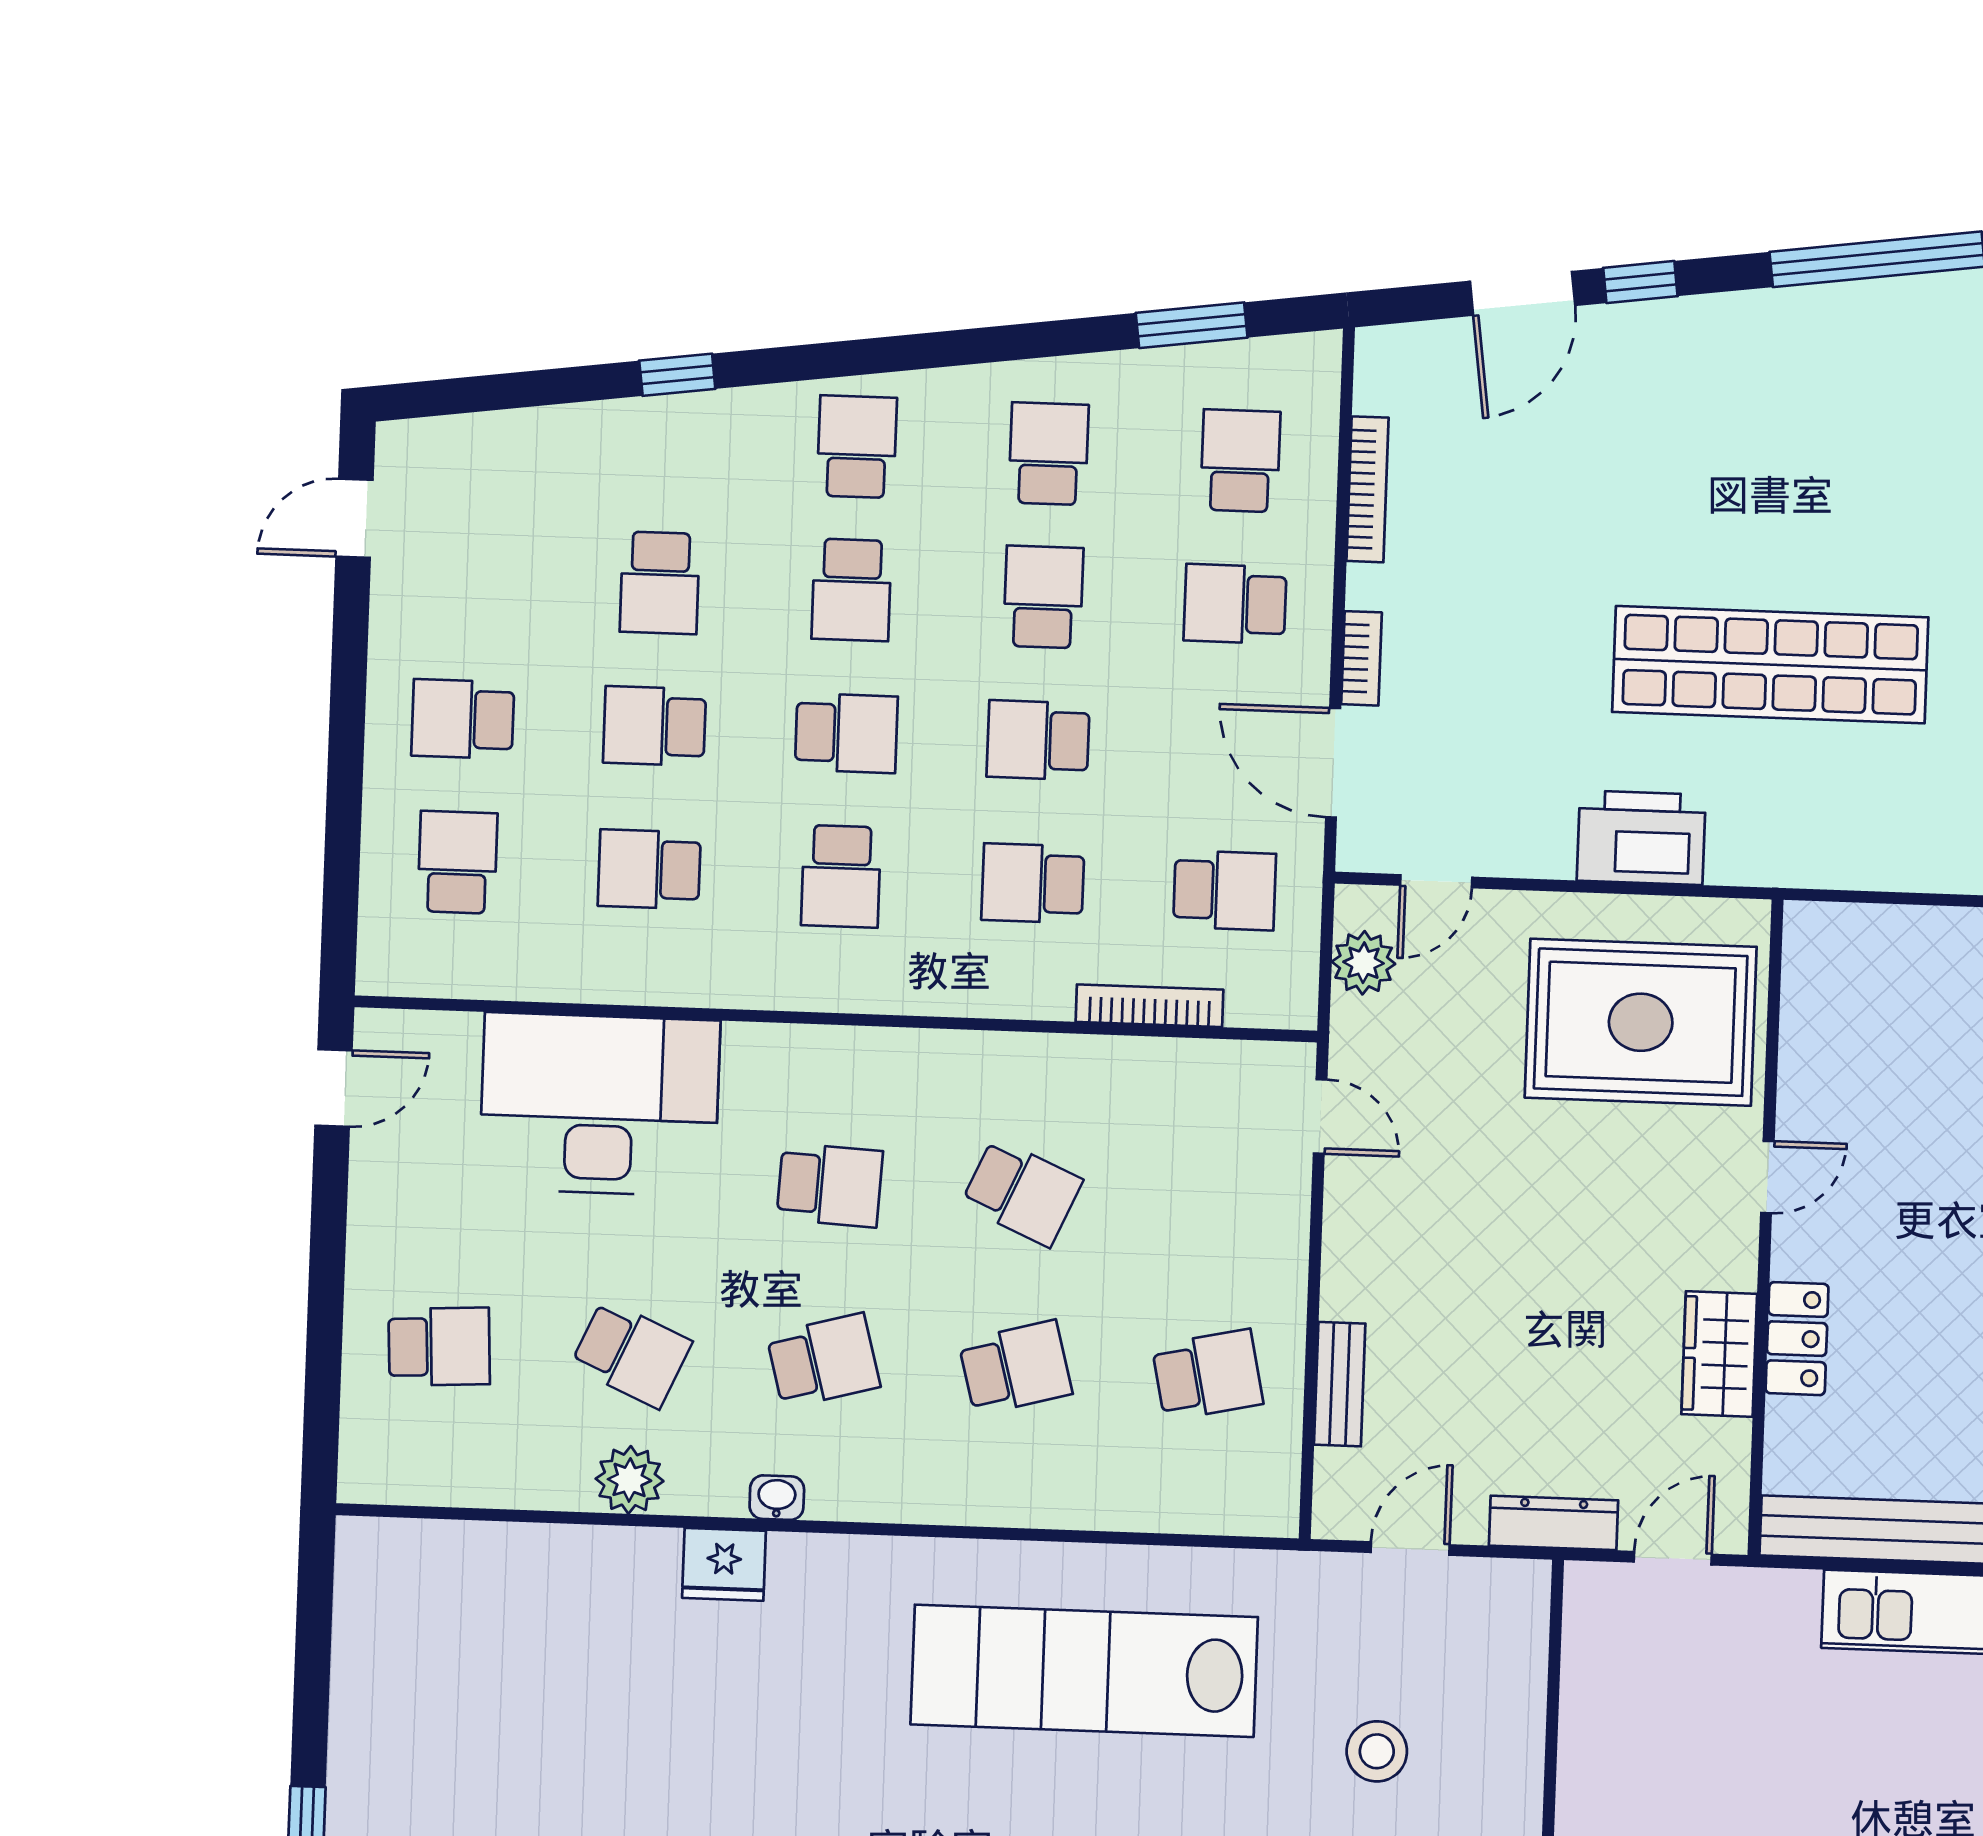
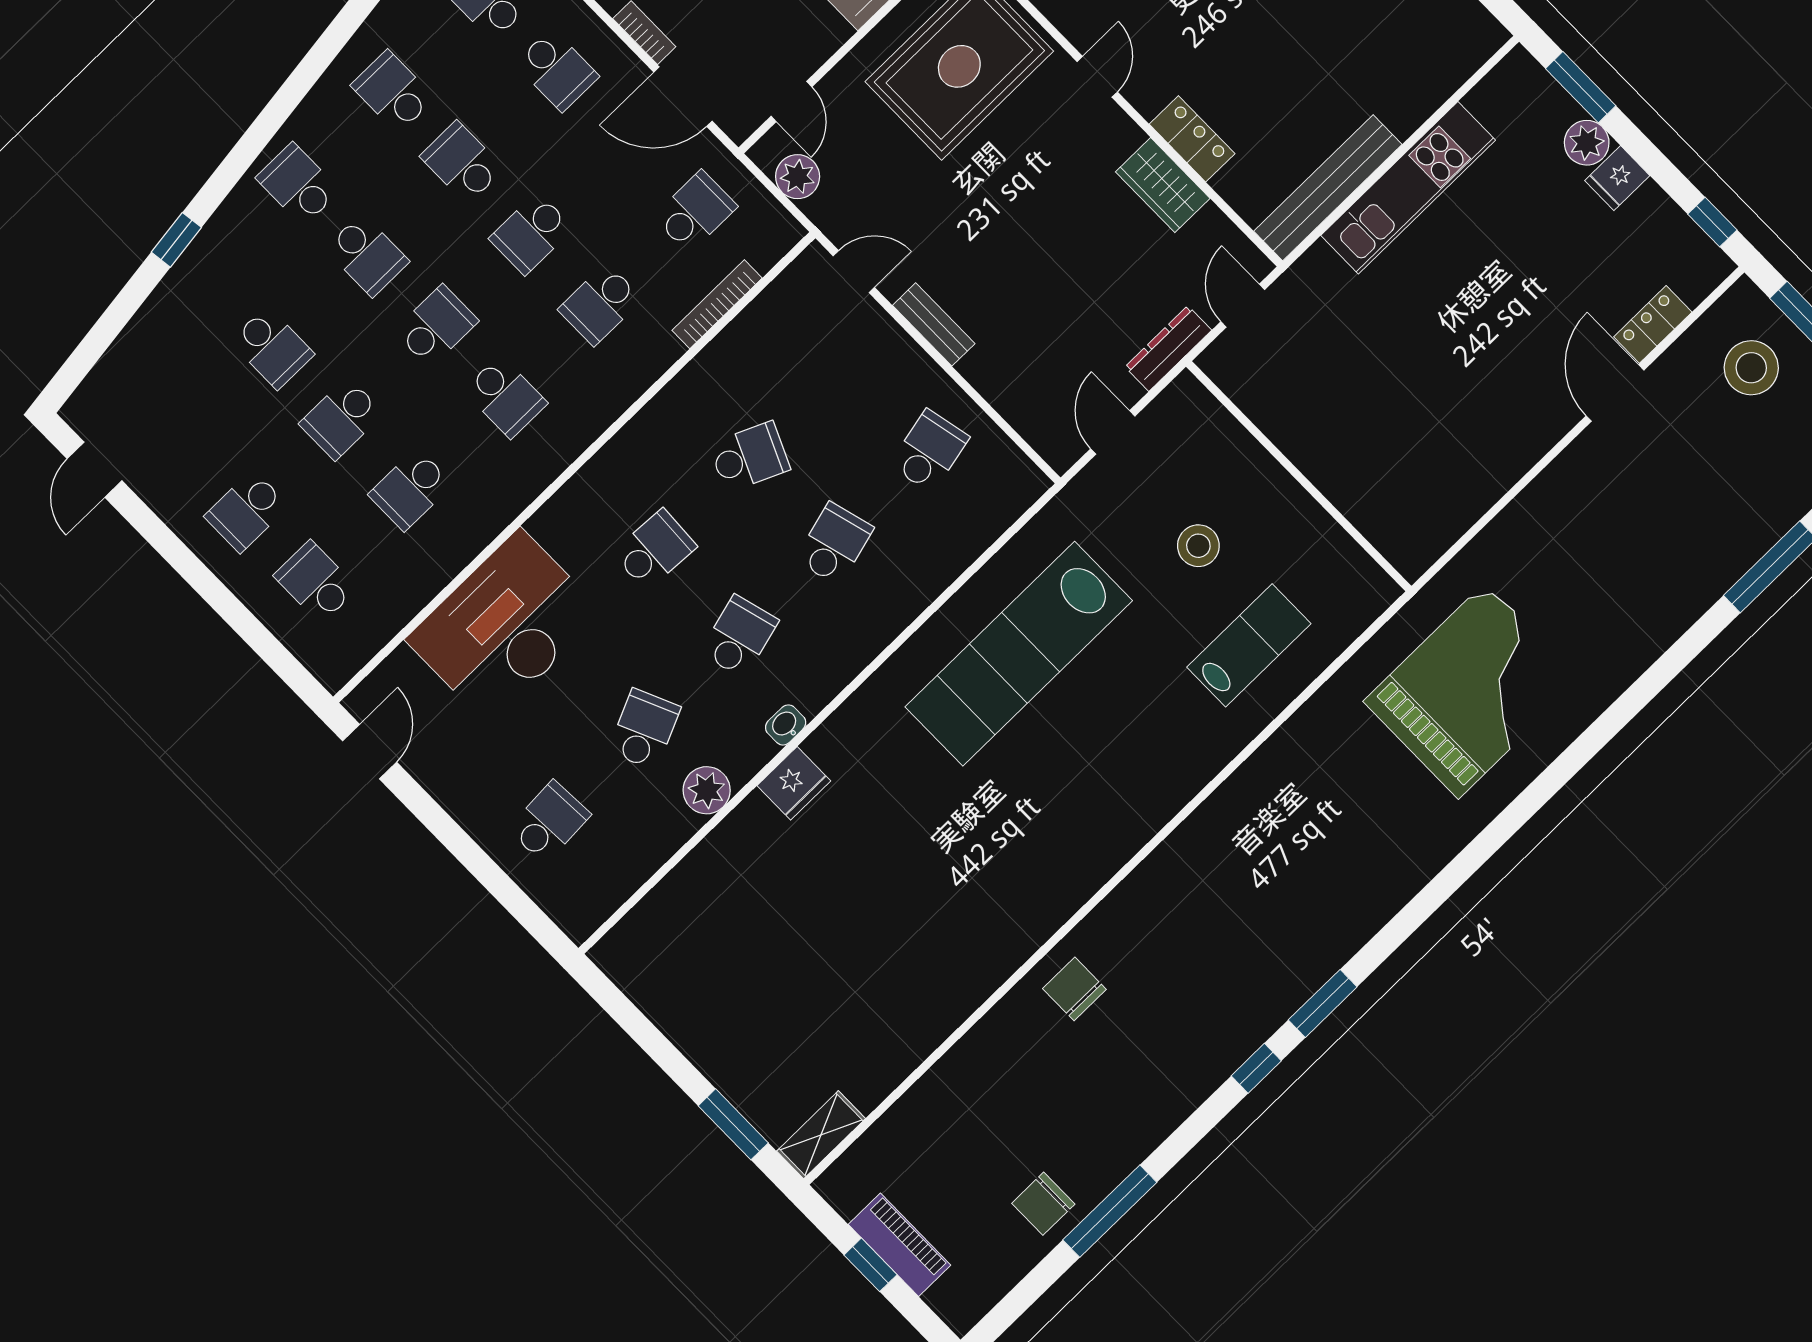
school desk: (1235, 604) -> (557, 70), turned -90
school desk: (631, 1354) -> (644, 729), turned -48
bench: (1340, 1384) -> (934, 324), moved

